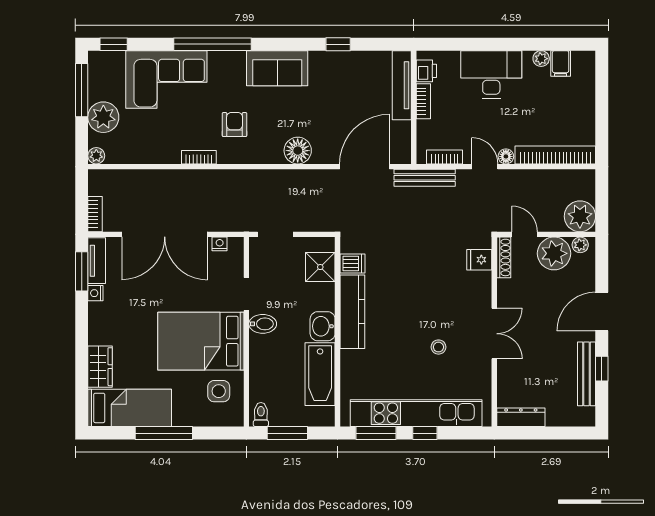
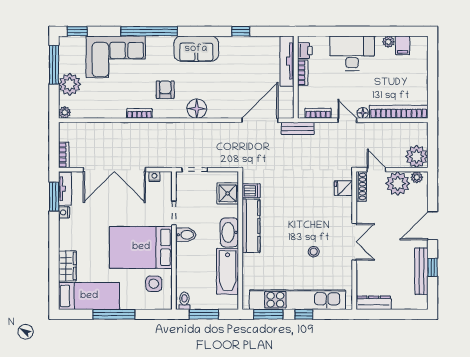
floor lamp: (298, 151) -> (197, 109), moved
bench: (425, 178) -> (298, 128), width x0.73
washbasin: (323, 326) -> (229, 232), width x1.38

